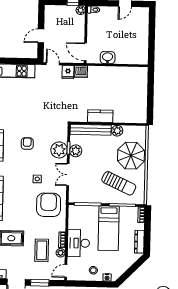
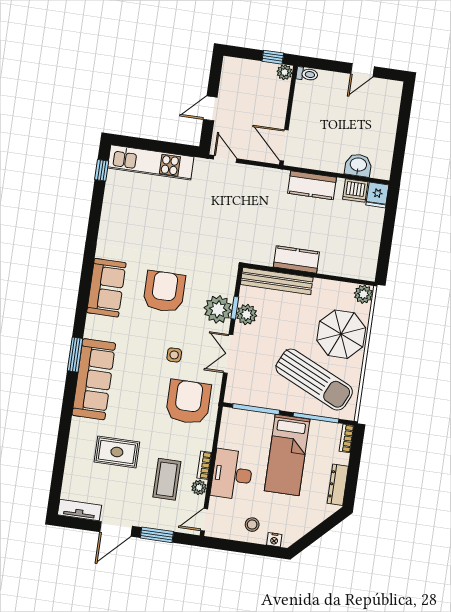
washbasin: (108, 58) -> (358, 165), moved
fridge: (68, 72) -> (377, 195), moved
dishwasher: (81, 72) -> (355, 190), moved
kitchen counter: (104, 73) -> (312, 185), added
plant: (117, 131) -> (363, 294), moved
armchair: (27, 144) -> (164, 292), width x1.88, depth x1.88
sun lounger: (119, 183) -> (314, 380), width x1.36, depth x1.34

